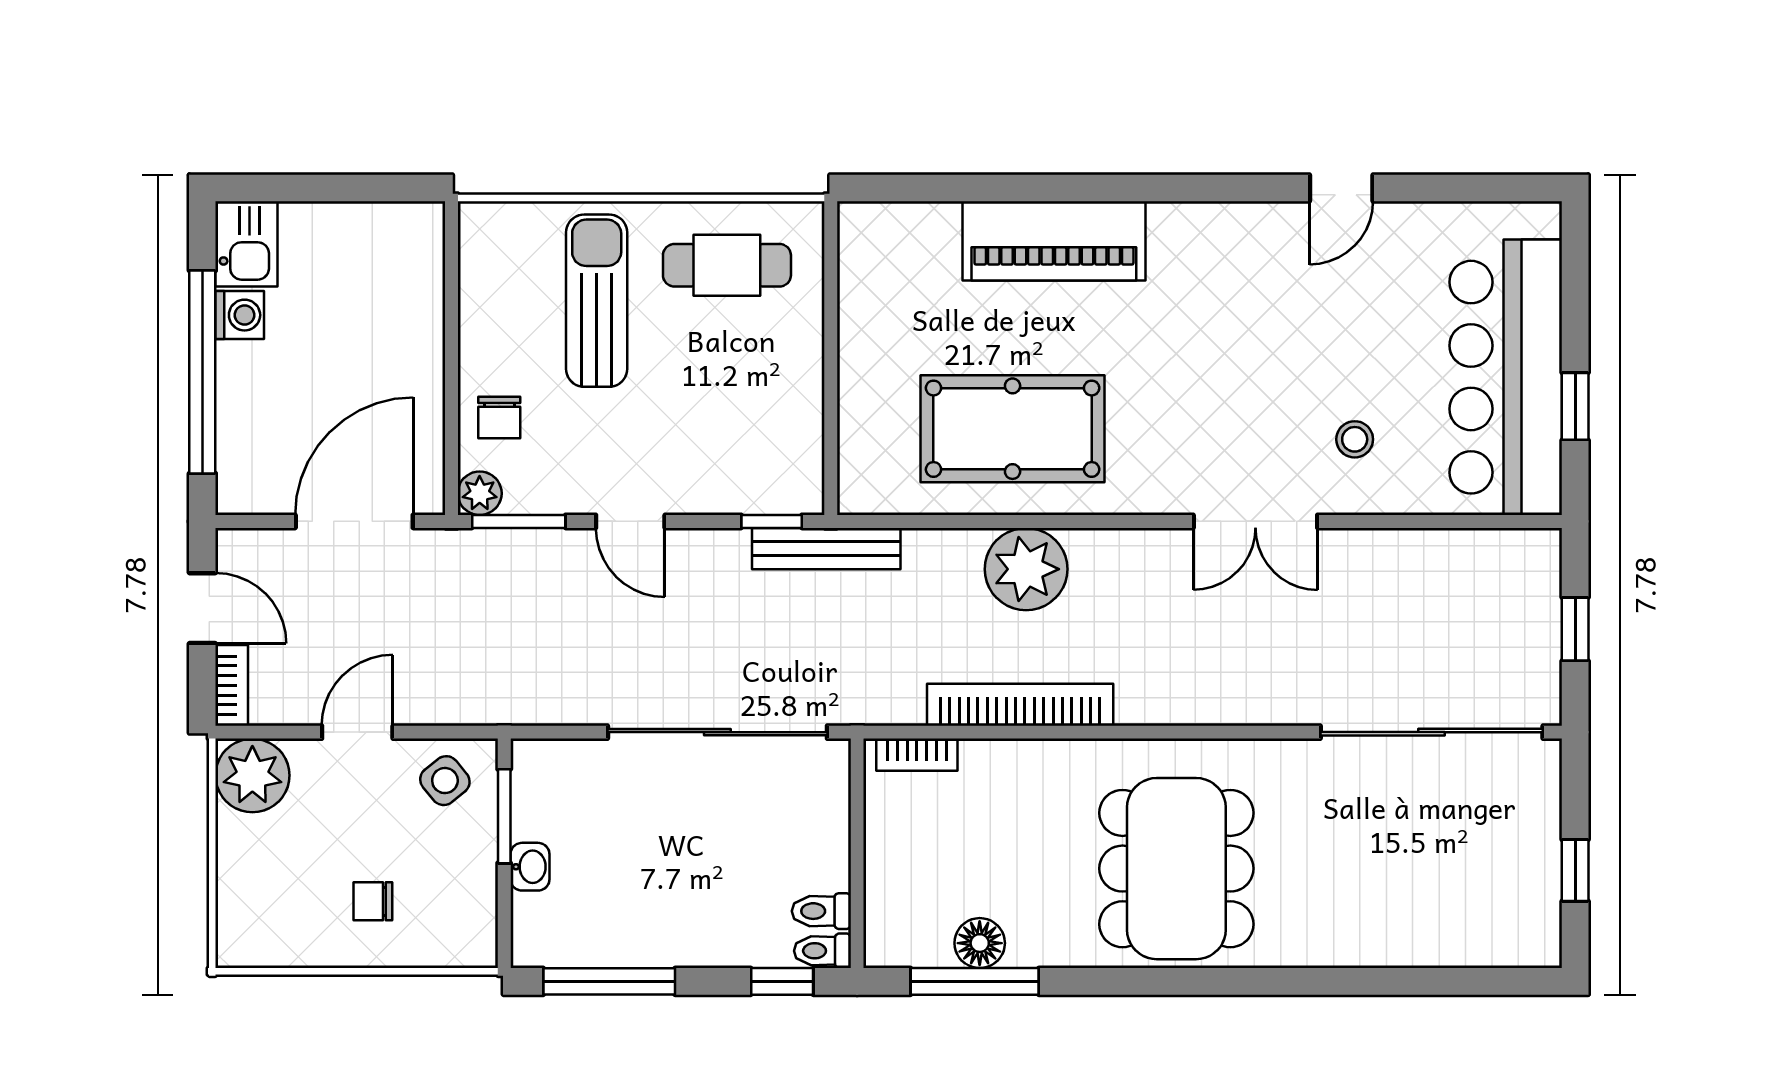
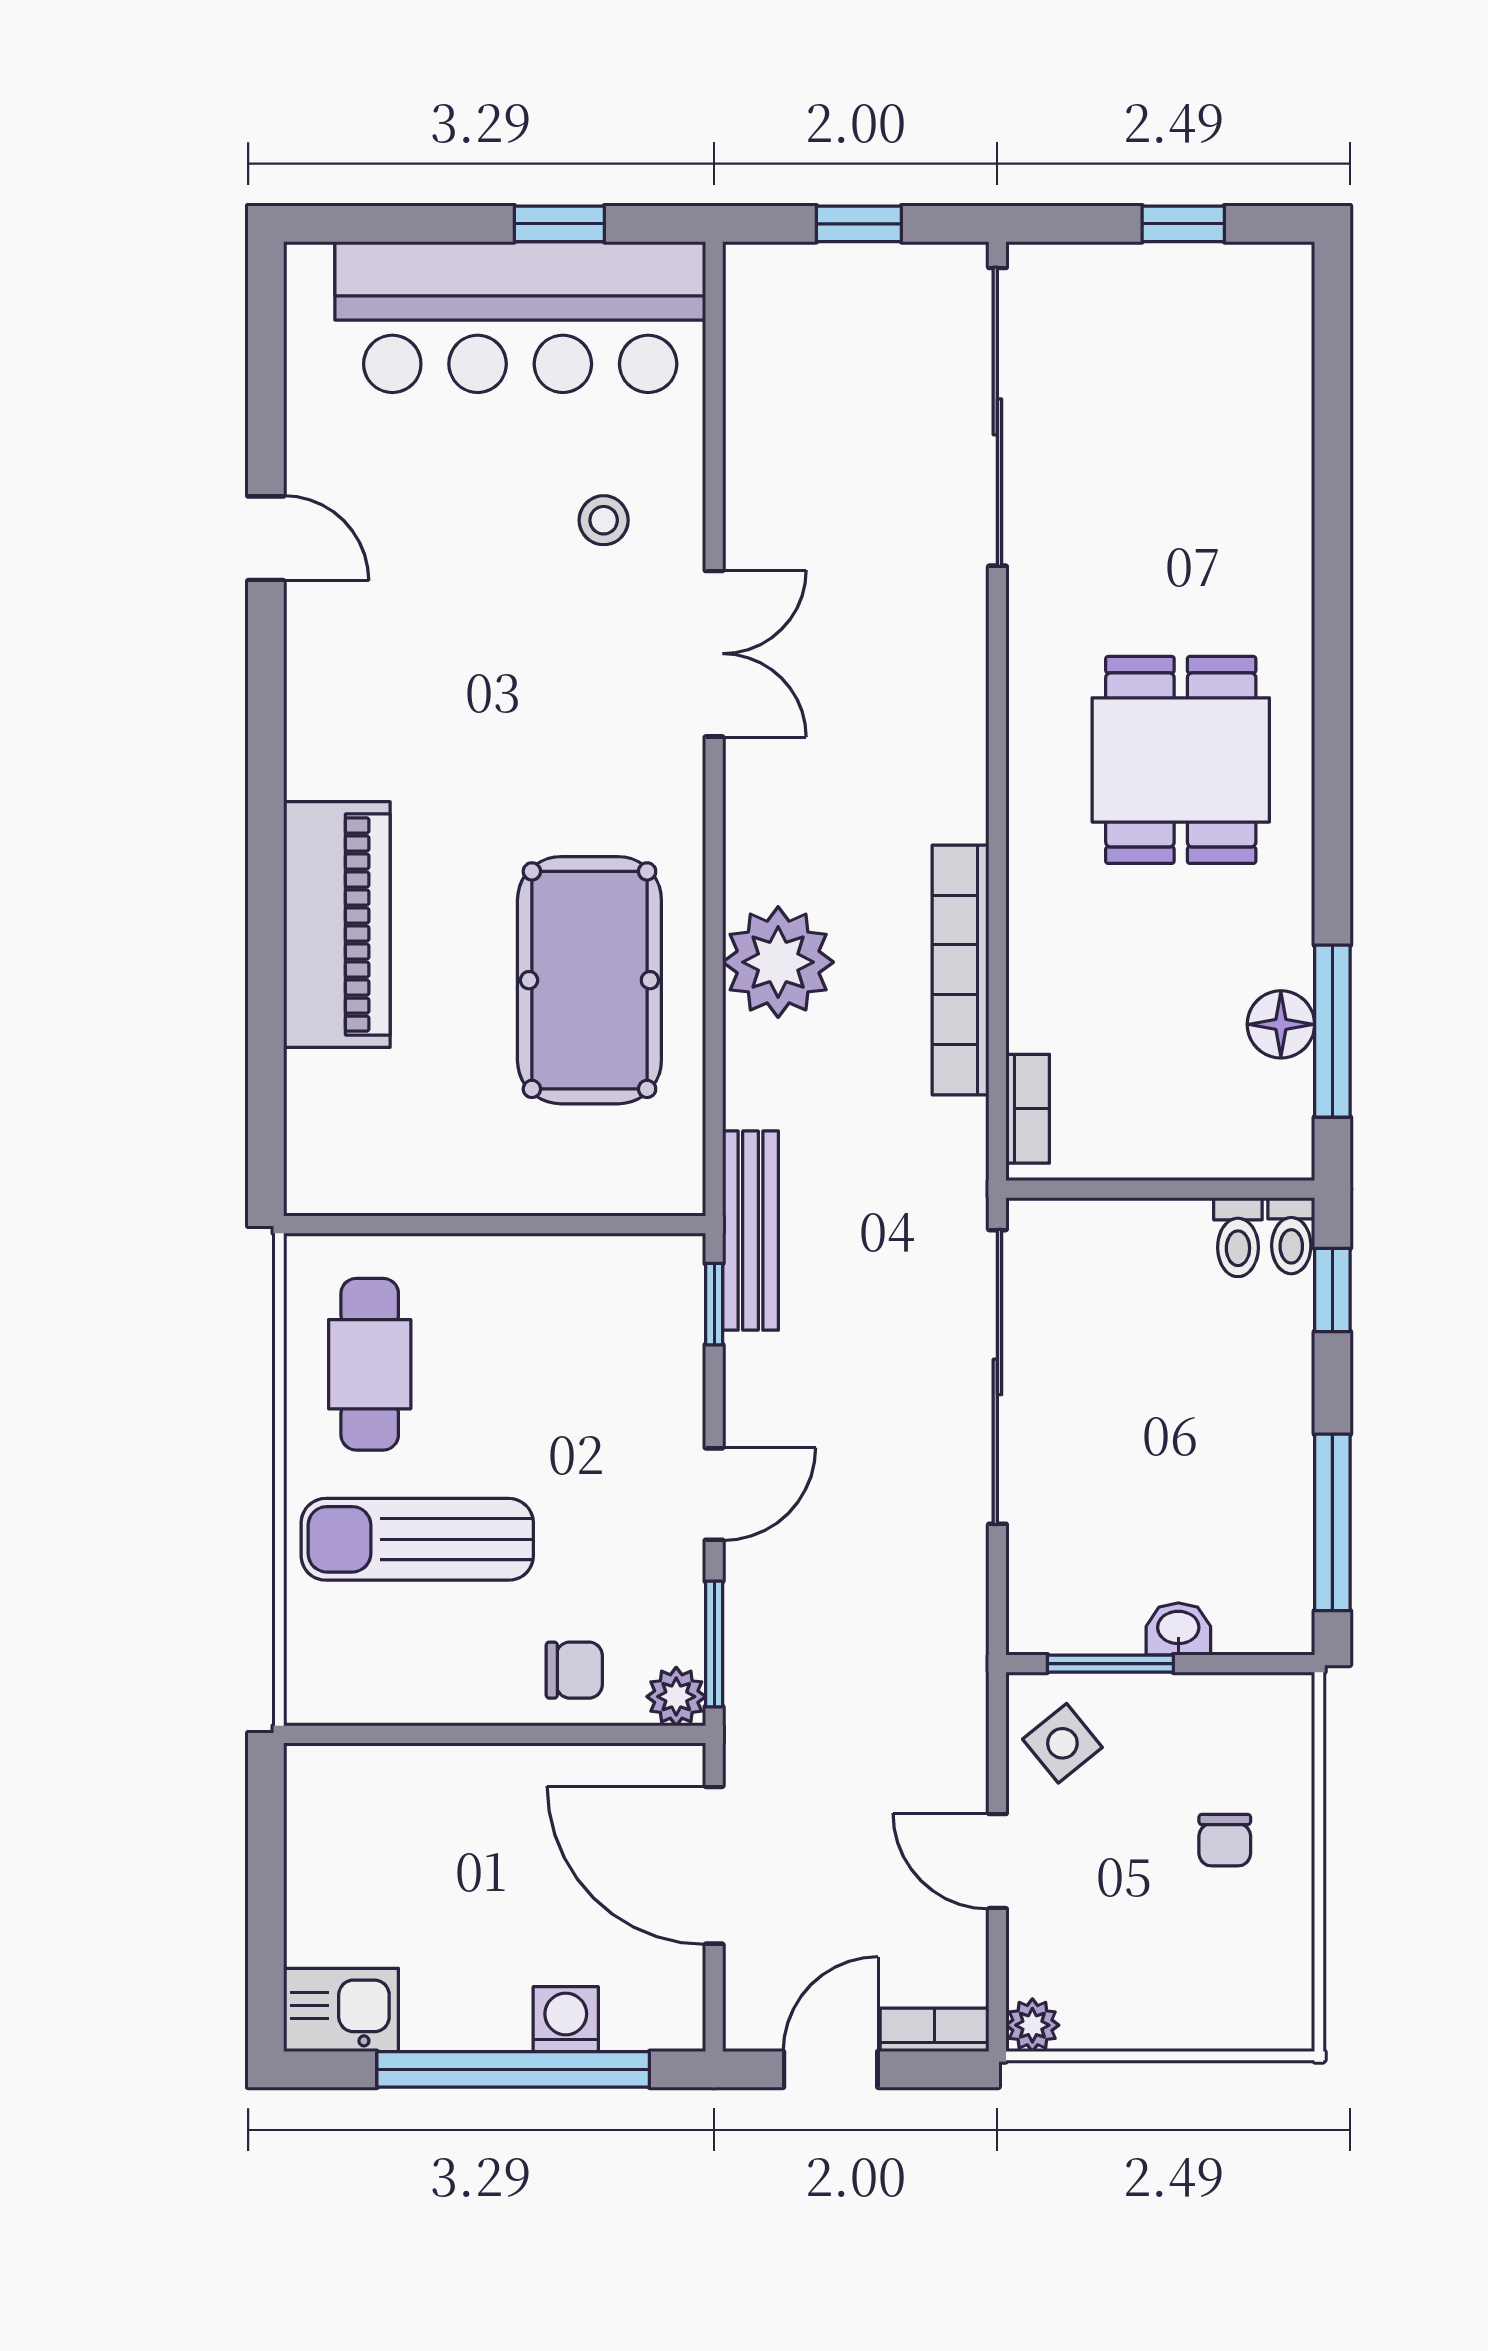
washing machine: (240, 315) -> (566, 2019), moved
plant: (252, 775) -> (1032, 2025), width x0.53, depth x0.53
dining table: (1176, 869) -> (1181, 760), width x0.73

